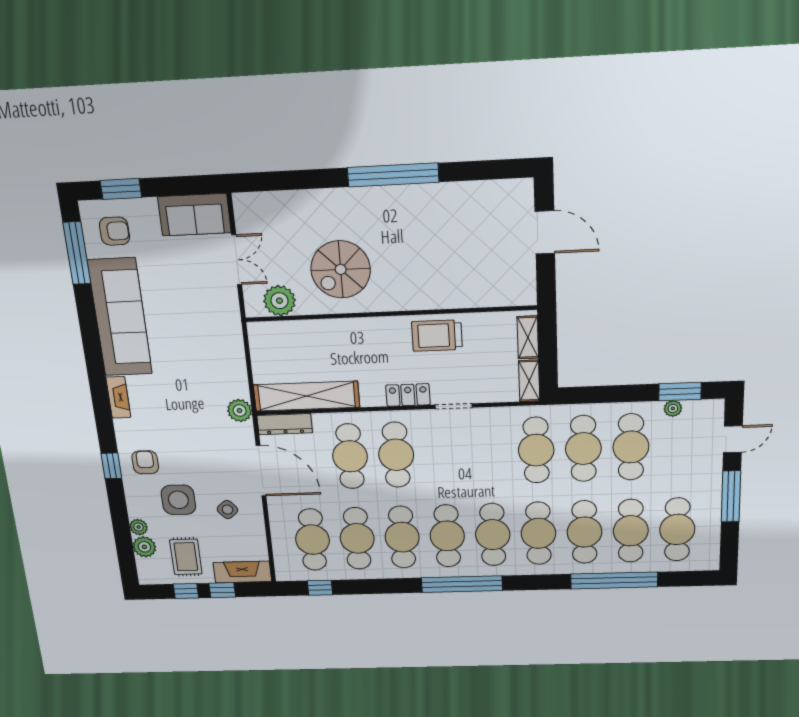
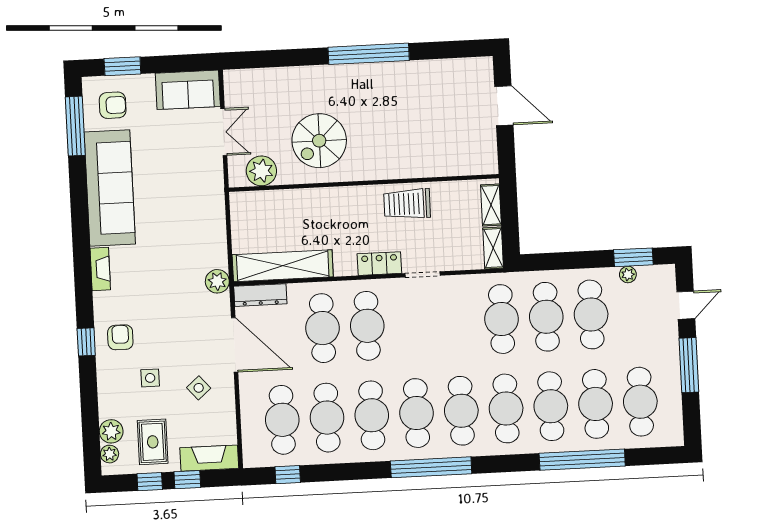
side table: (178, 500) -> (150, 378), width x0.54, depth x0.54
plant: (139, 527) -> (110, 454), moved

